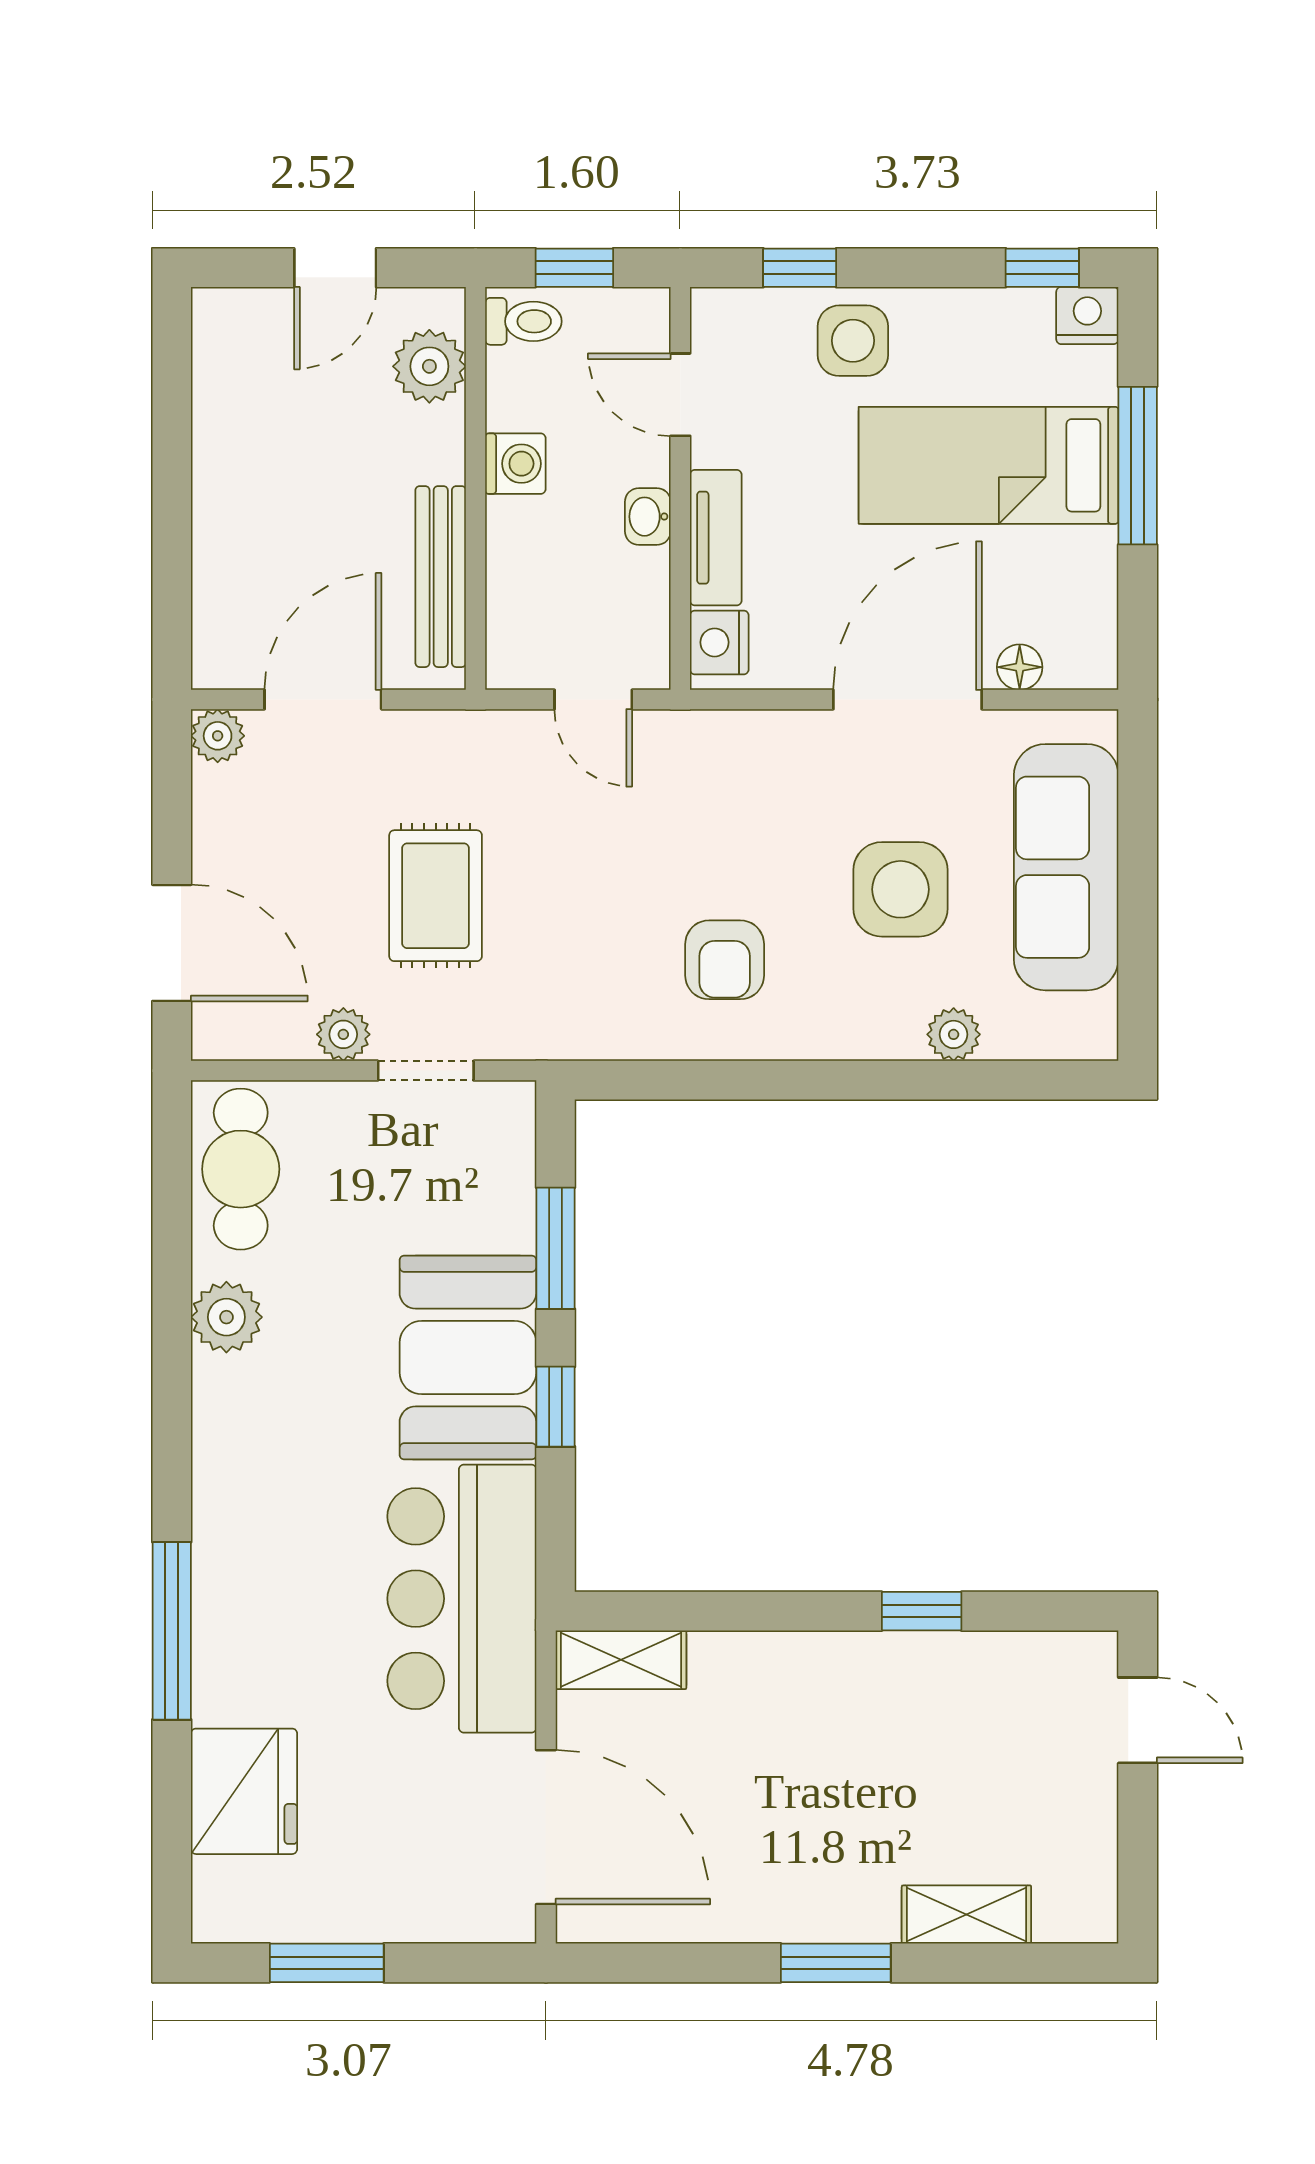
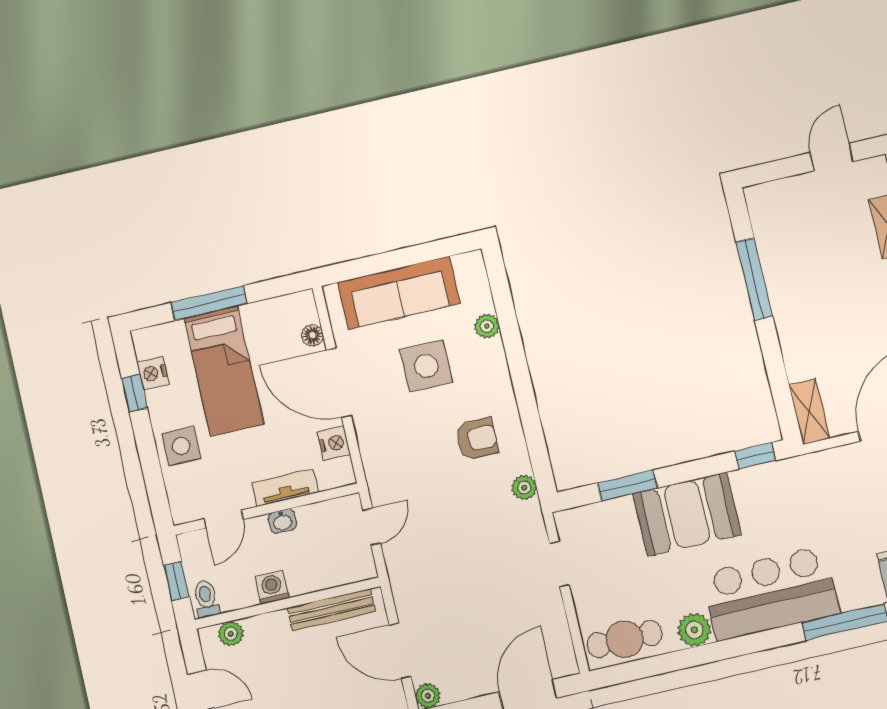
window: (800, 268) -> (153, 478), removed
window: (1042, 268) -> (134, 393), moved
nightstand: (1087, 316) -> (153, 373), moved
plant: (429, 366) -> (231, 634), width x0.73, depth x0.73
nightstand: (719, 642) -> (334, 443), moved, turned -90
rug: (436, 896) -> (478, 578), removed
plant: (343, 1034) -> (524, 488), moved
window: (556, 1407) -> (755, 456), moved
bar counter: (462, 1599) -> (771, 593), moved, turned 180
window: (922, 1611) -> (754, 279), width x2.17
door: (1138, 1720) -> (832, 157), moved

